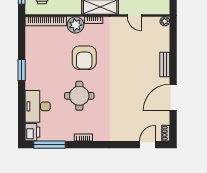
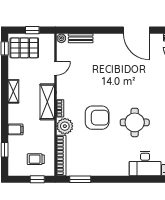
bench: (165, 64) -> (81, 38), moved
window: (22, 70) -> (80, 179), moved

